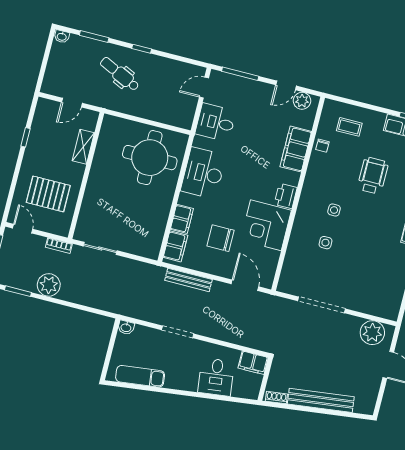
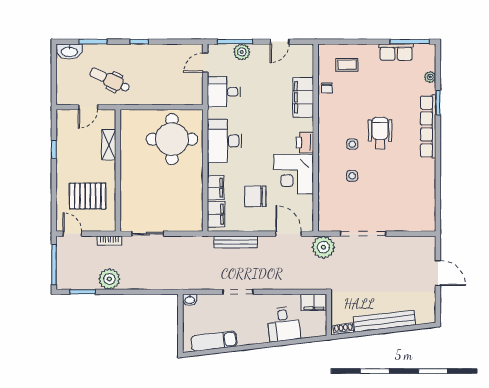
washbasin: (62, 36) -> (69, 51), width x1.91, depth x1.45
dental chair: (120, 74) -> (110, 80), moved
plant: (302, 101) -> (242, 52), moved
wheelchair: (373, 176) -> (380, 133), moved
plant: (372, 333) -> (323, 247), moved

